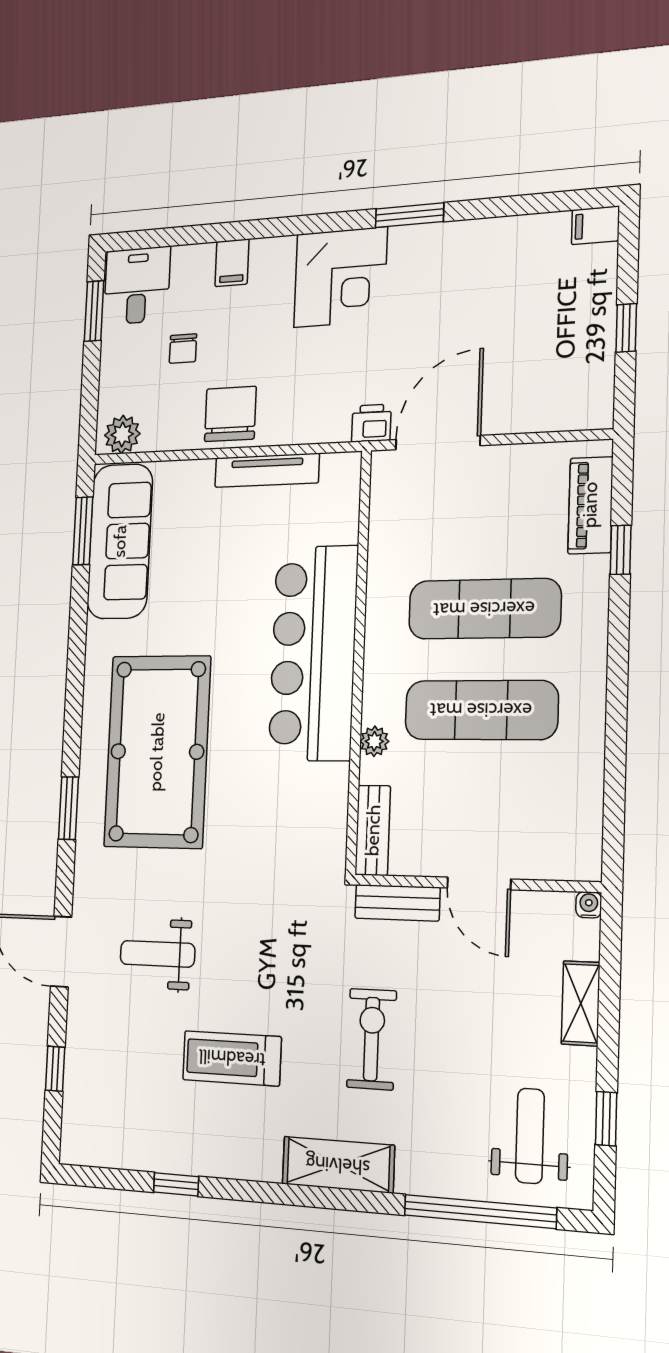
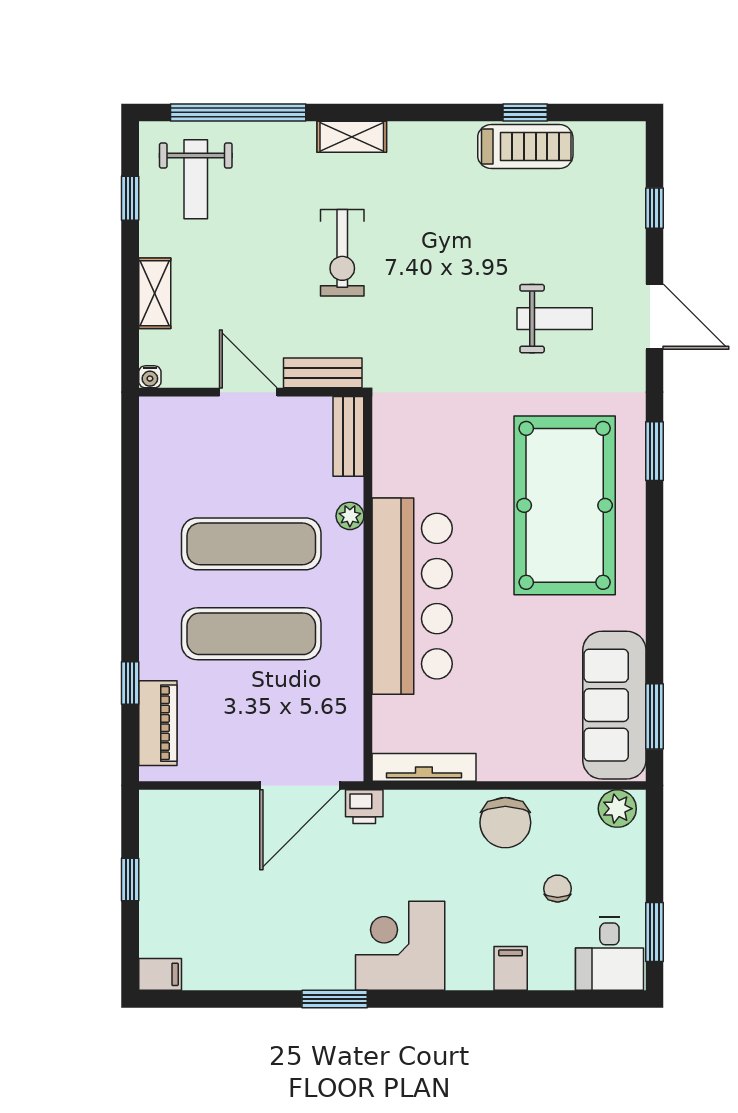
tv unit: (267, 470) -> (424, 767), moved
treadmill: (232, 1058) -> (525, 146), moved
shelving: (338, 1165) -> (352, 137), width x0.67, depth x0.75

